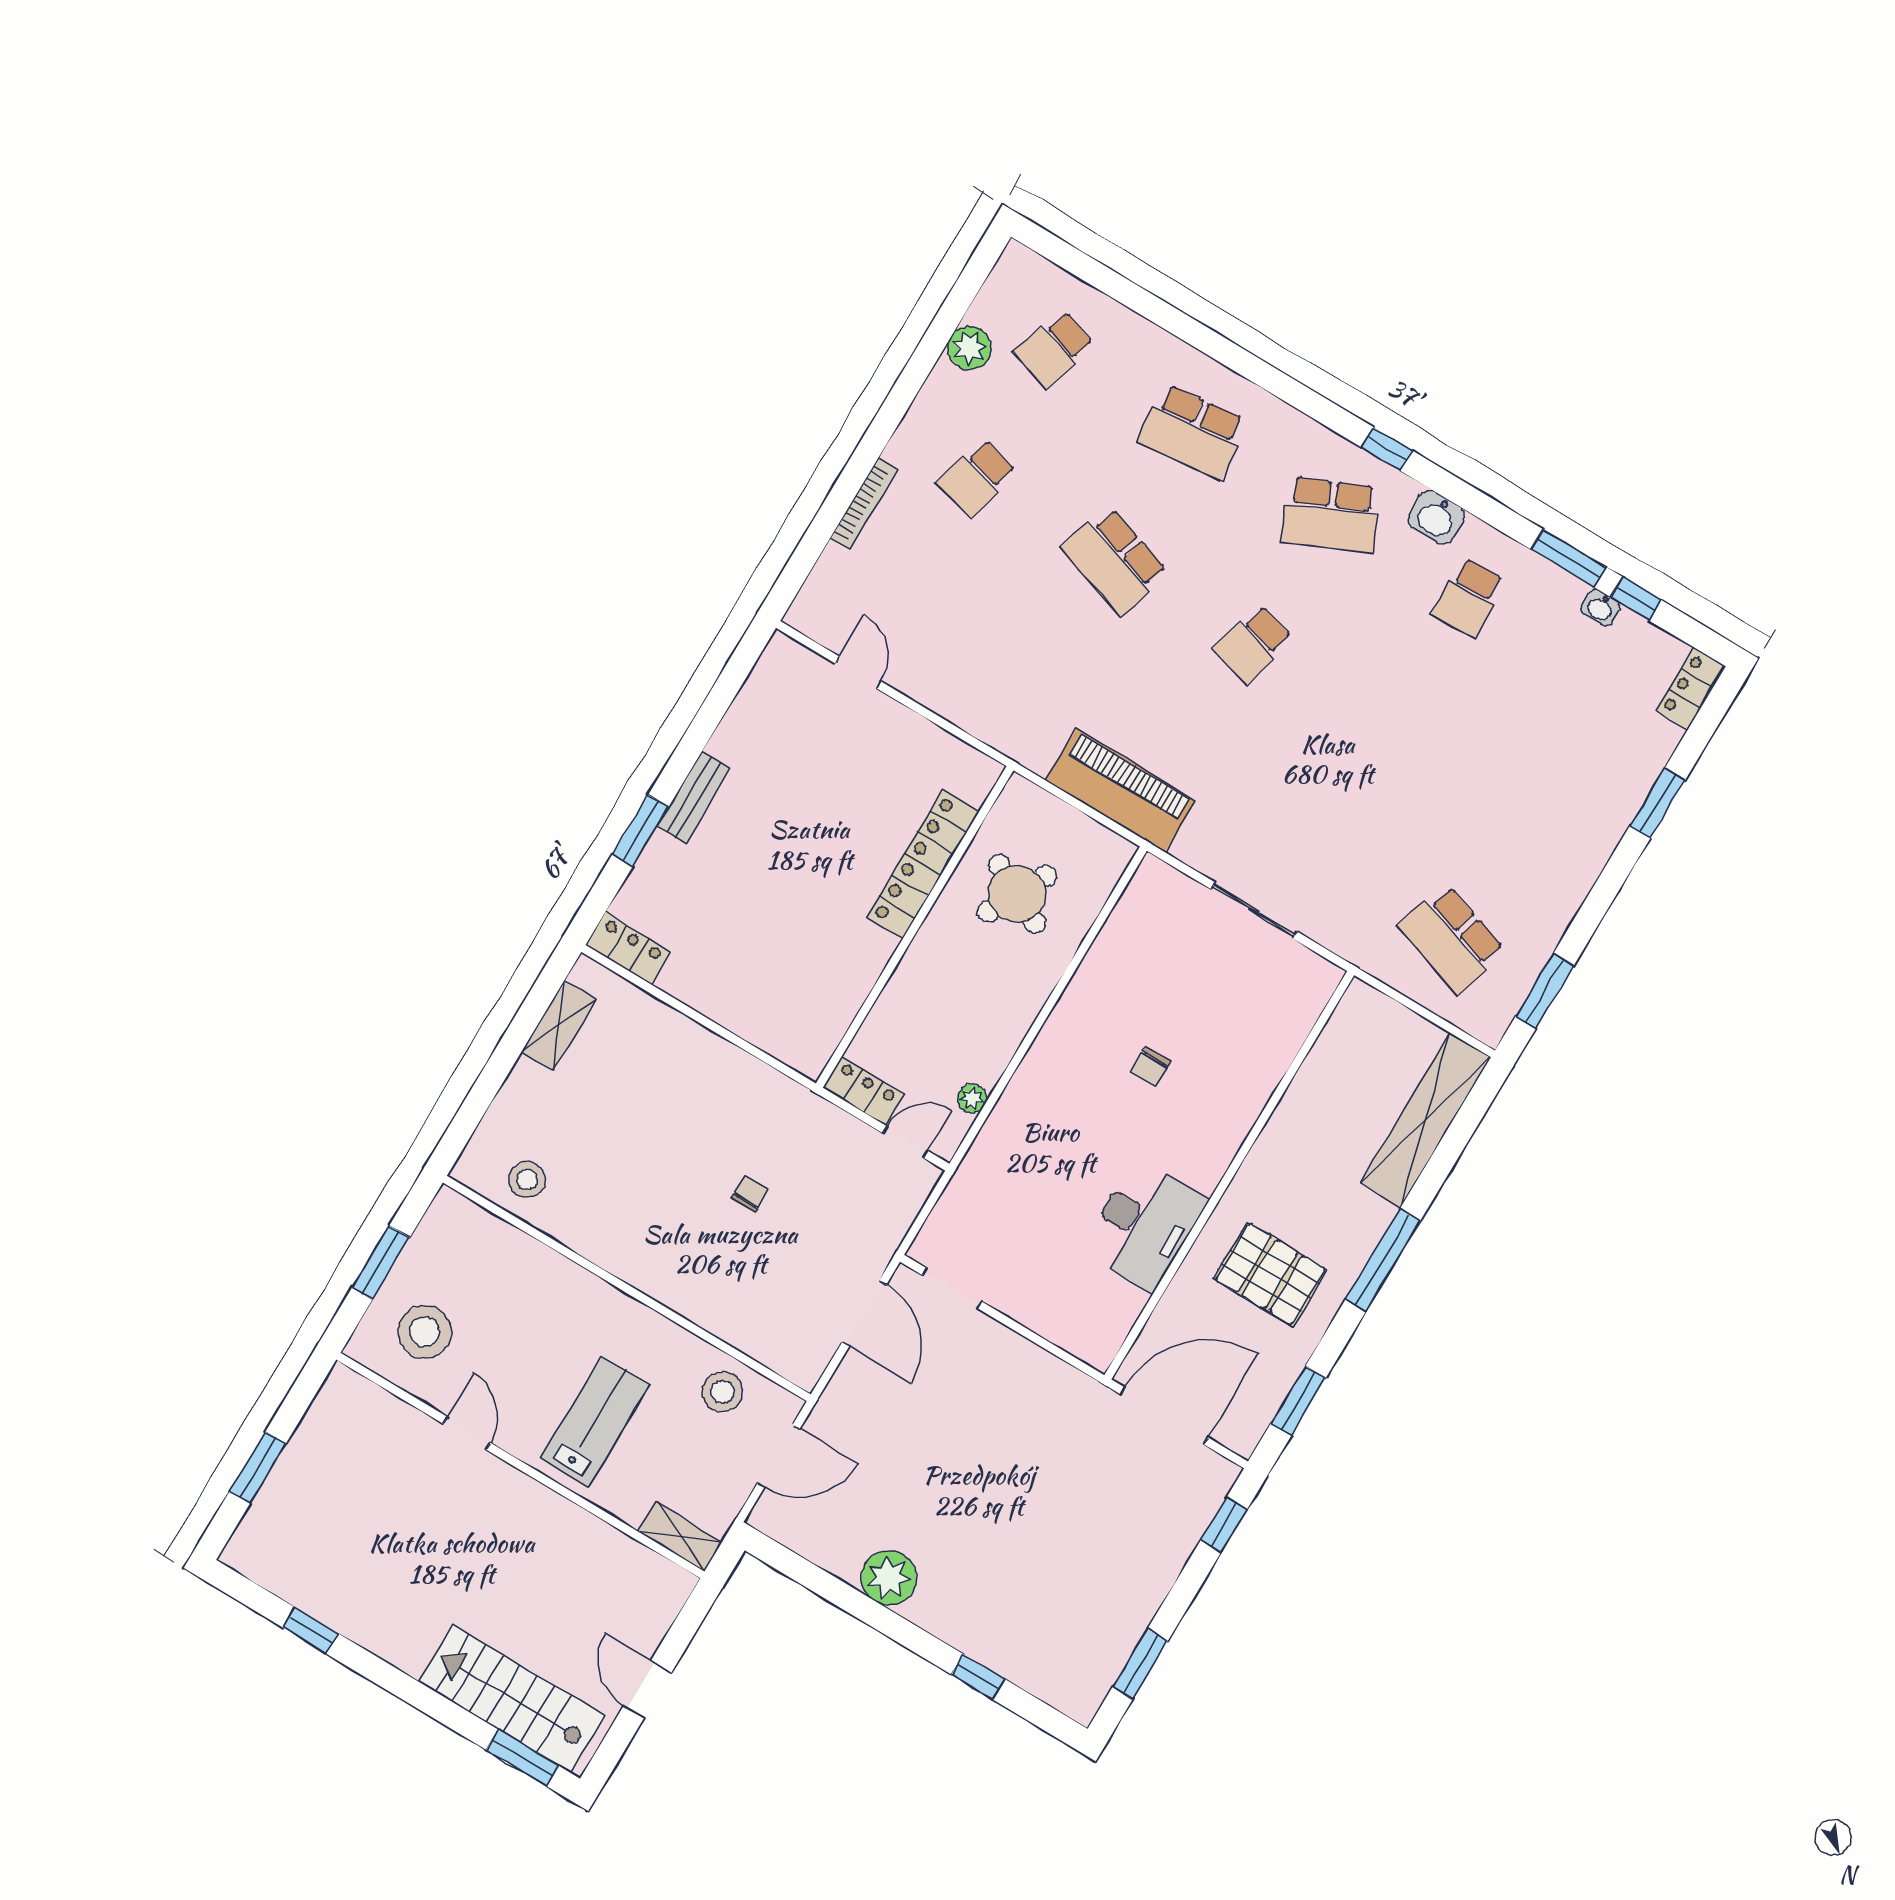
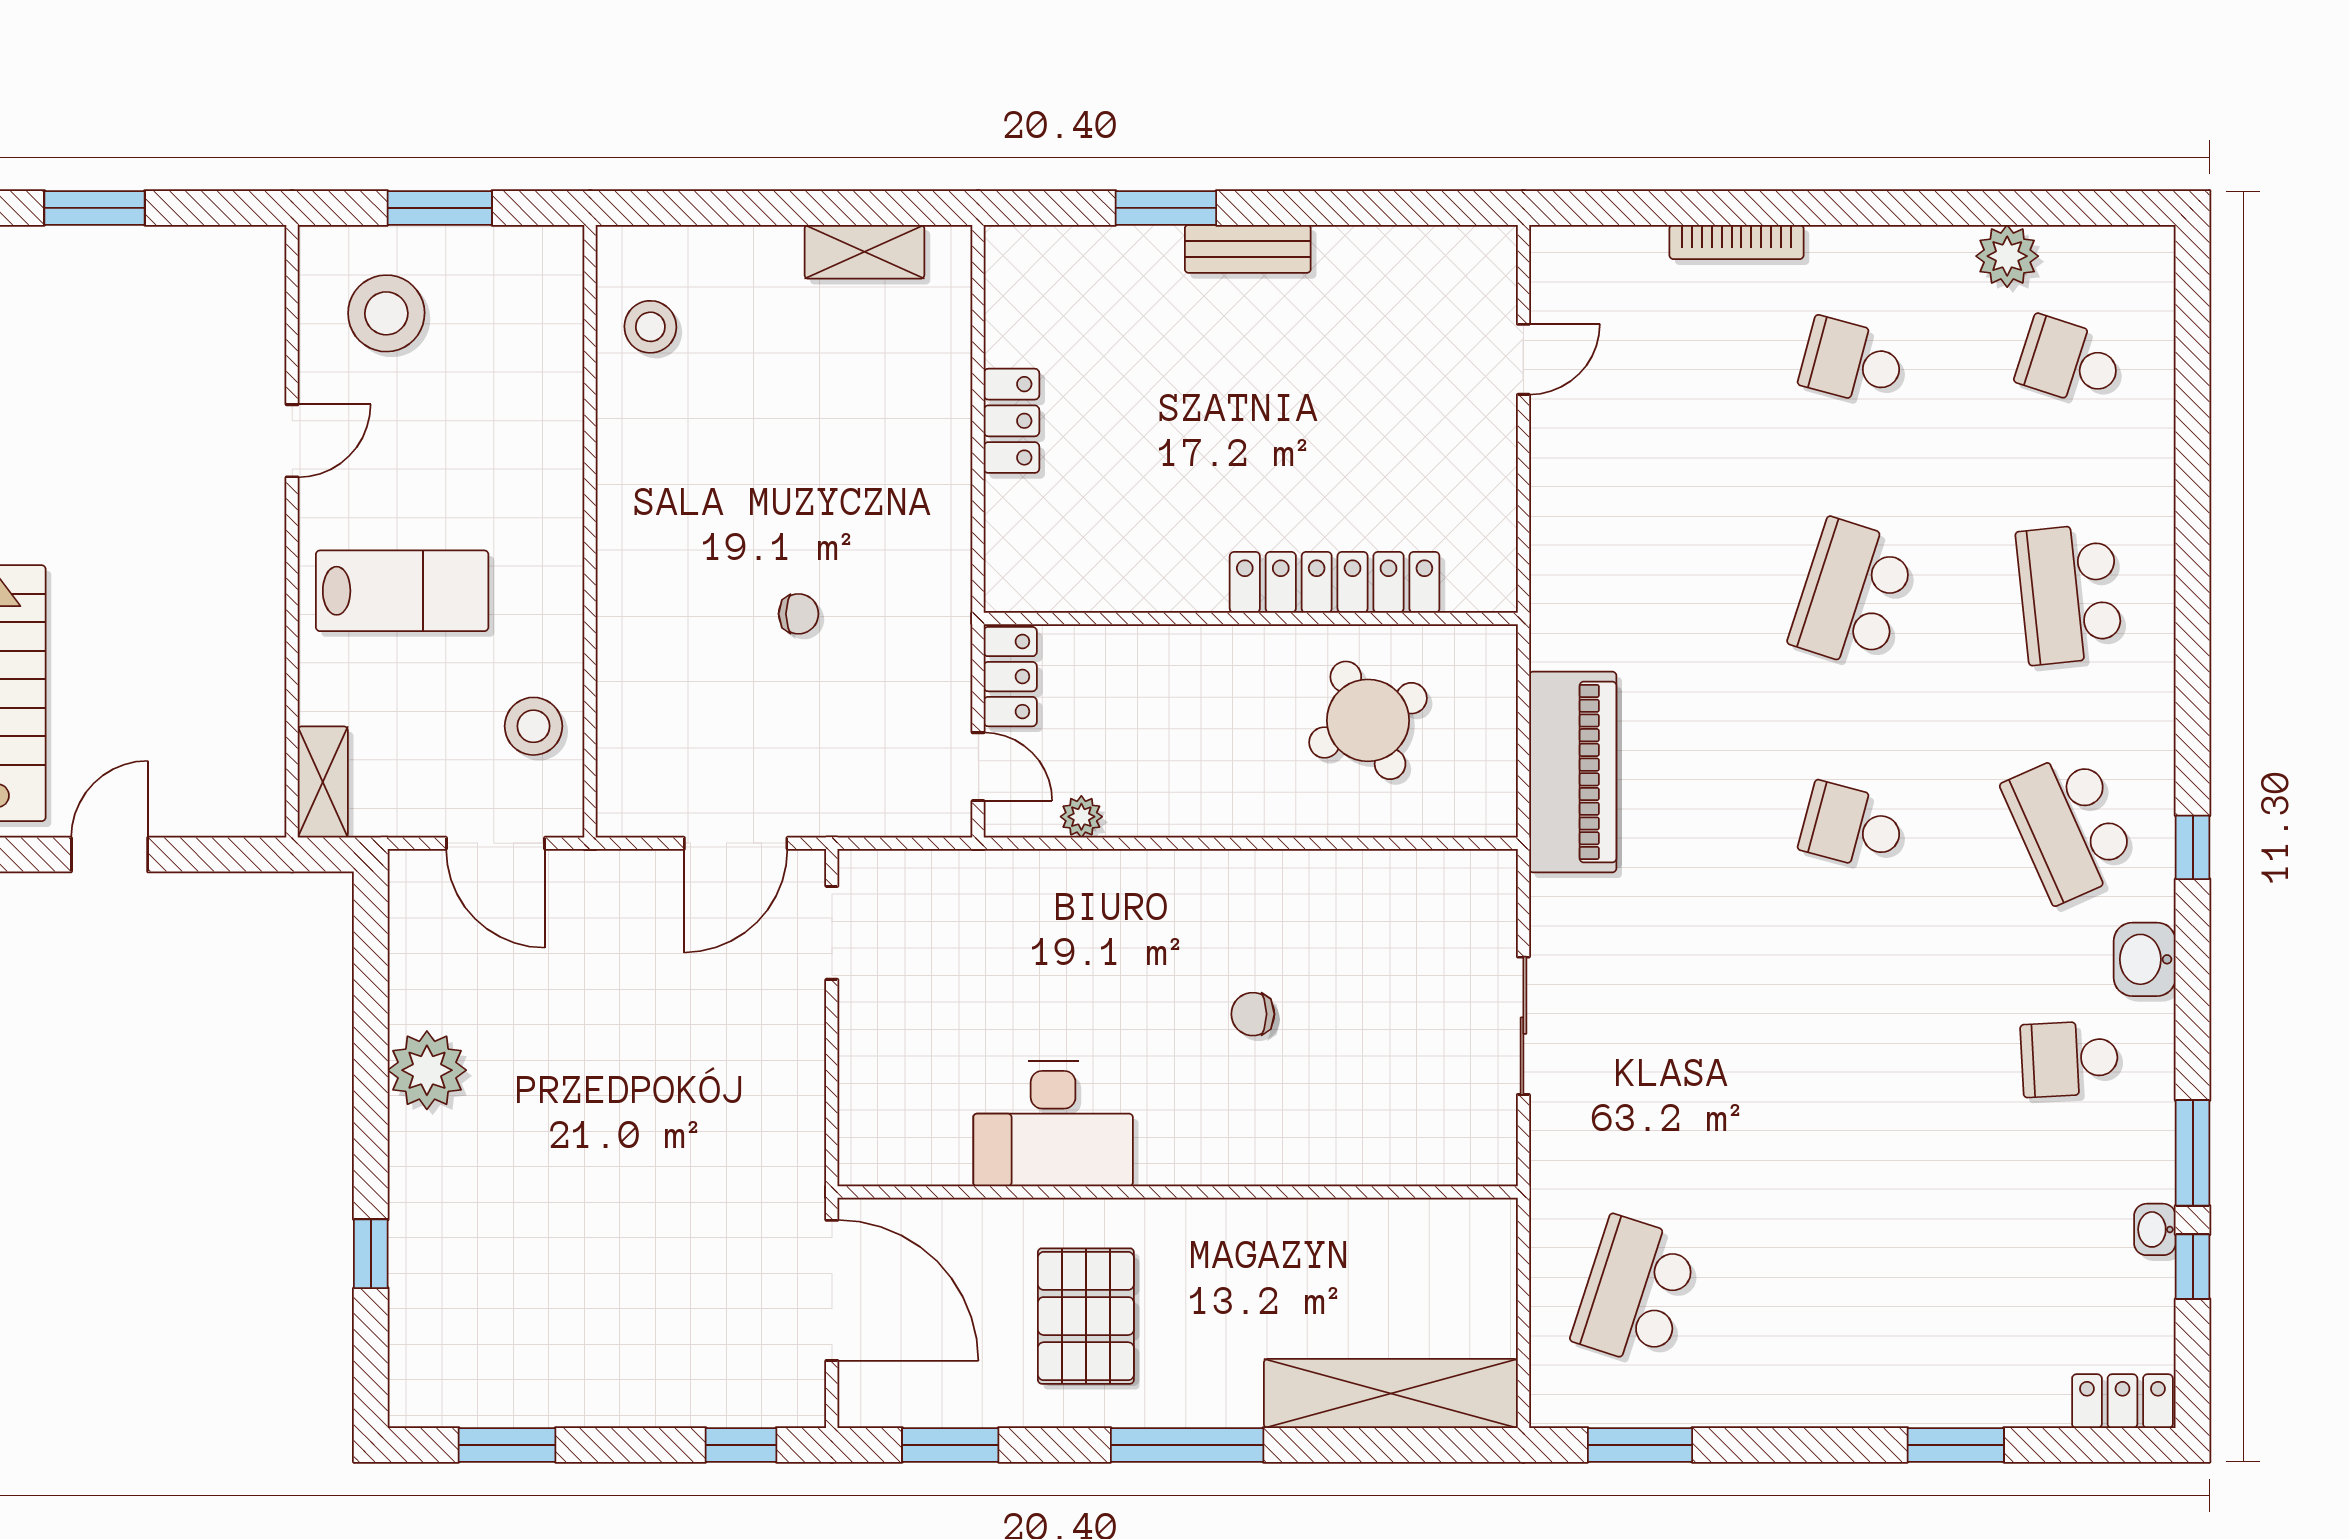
round table: (1017, 894) -> (1368, 720), turned 36
locker: (628, 948) -> (1011, 421), moved

